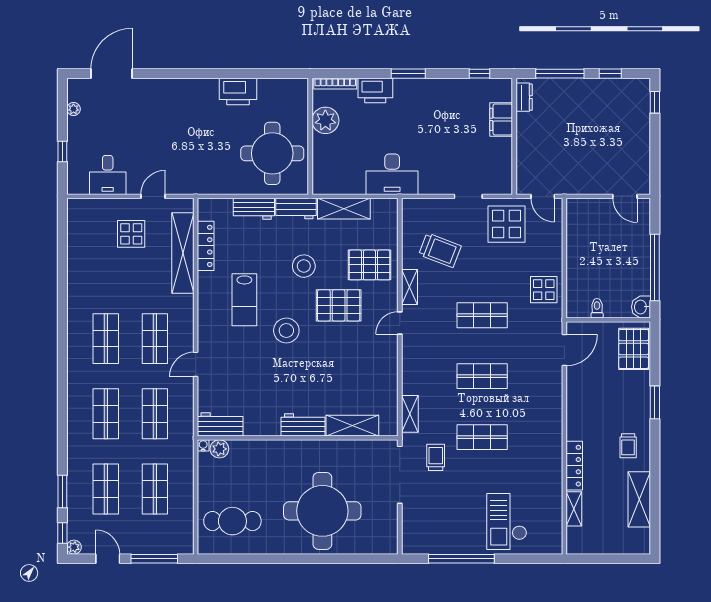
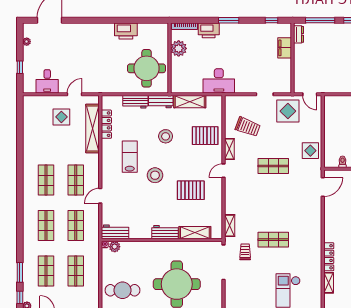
lab bench: (244, 300) -> (130, 157), turned 180
pallet: (339, 305) -> (191, 190), moved
shop shelf: (482, 376) -> (273, 203), removed

